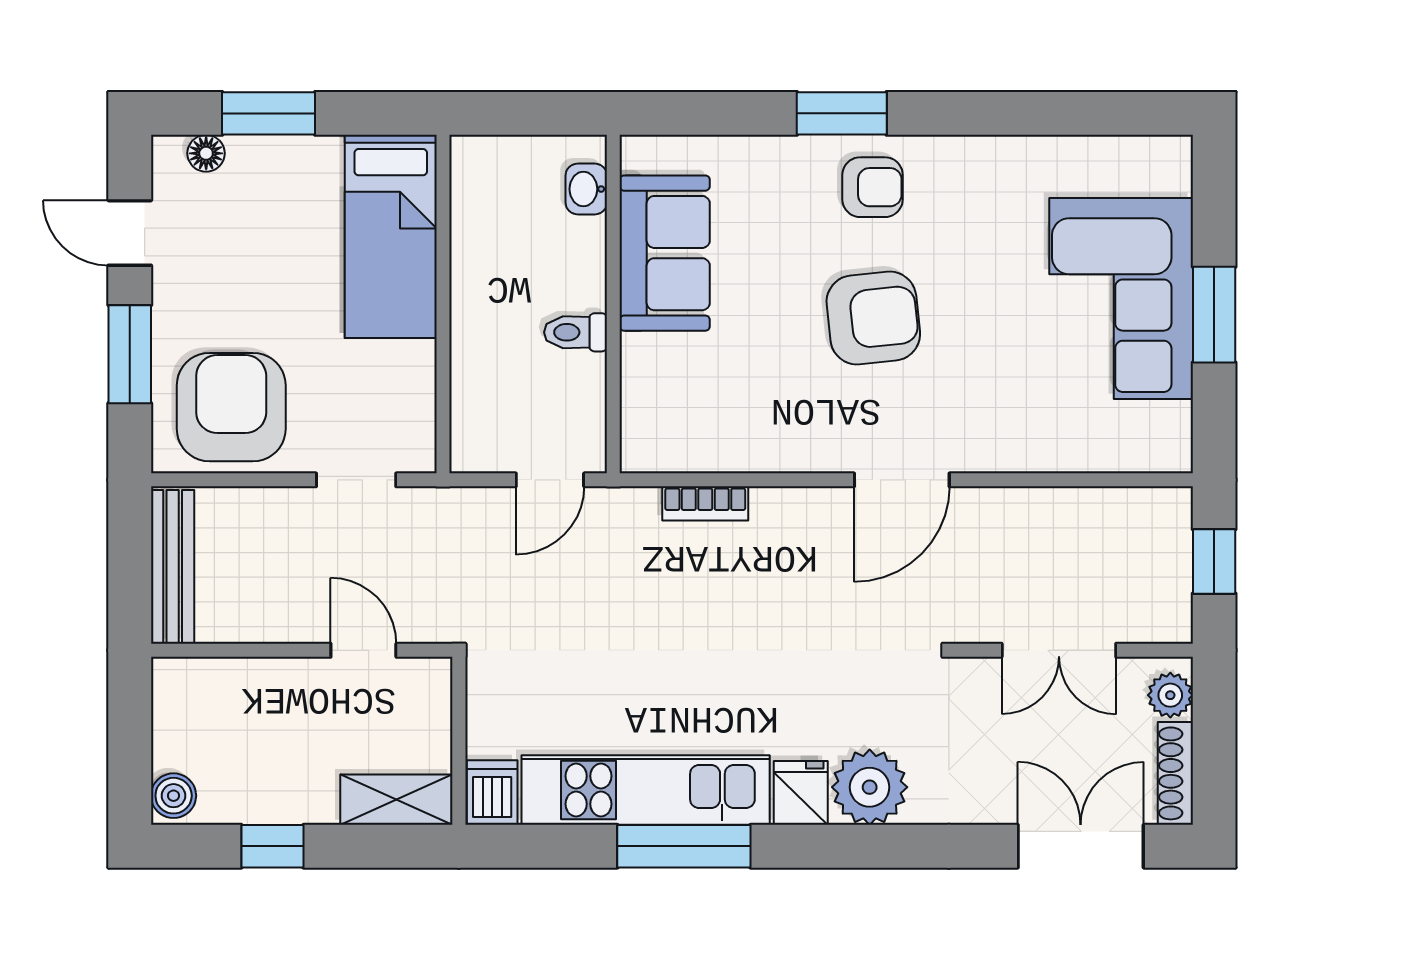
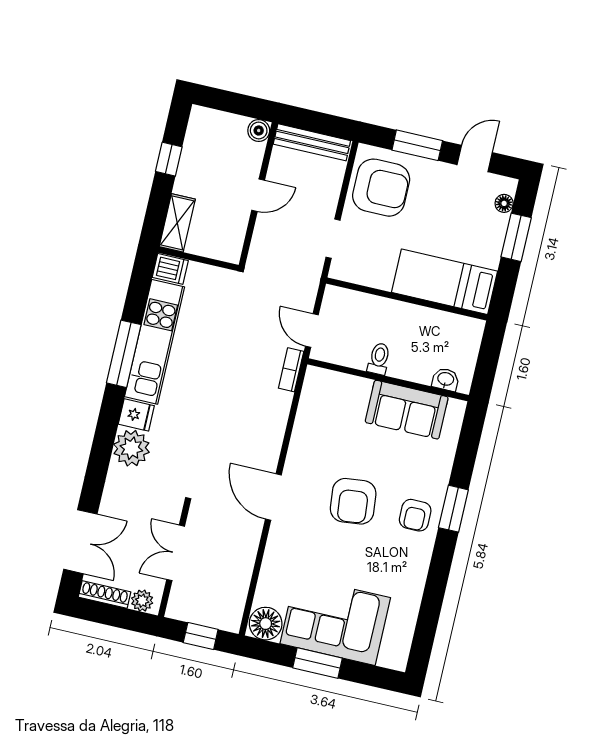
floor lamp: (1159, 437) -> (266, 624), added
bookcase: (705, 503) -> (291, 370), moved
door: (363, 650) -> (258, 195), moved
boiler: (174, 796) -> (259, 131), moved

